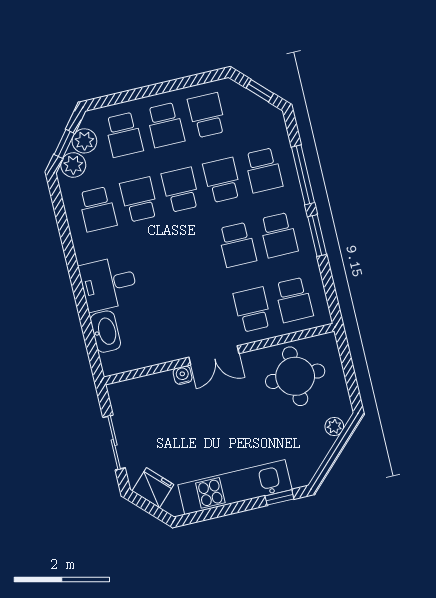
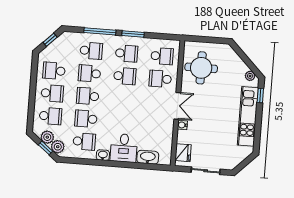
washbasin: (84, 250) -> (103, 155), added
plant: (334, 427) -> (250, 76), moved
fridge: (153, 488) -> (183, 153), moved, turned 135

